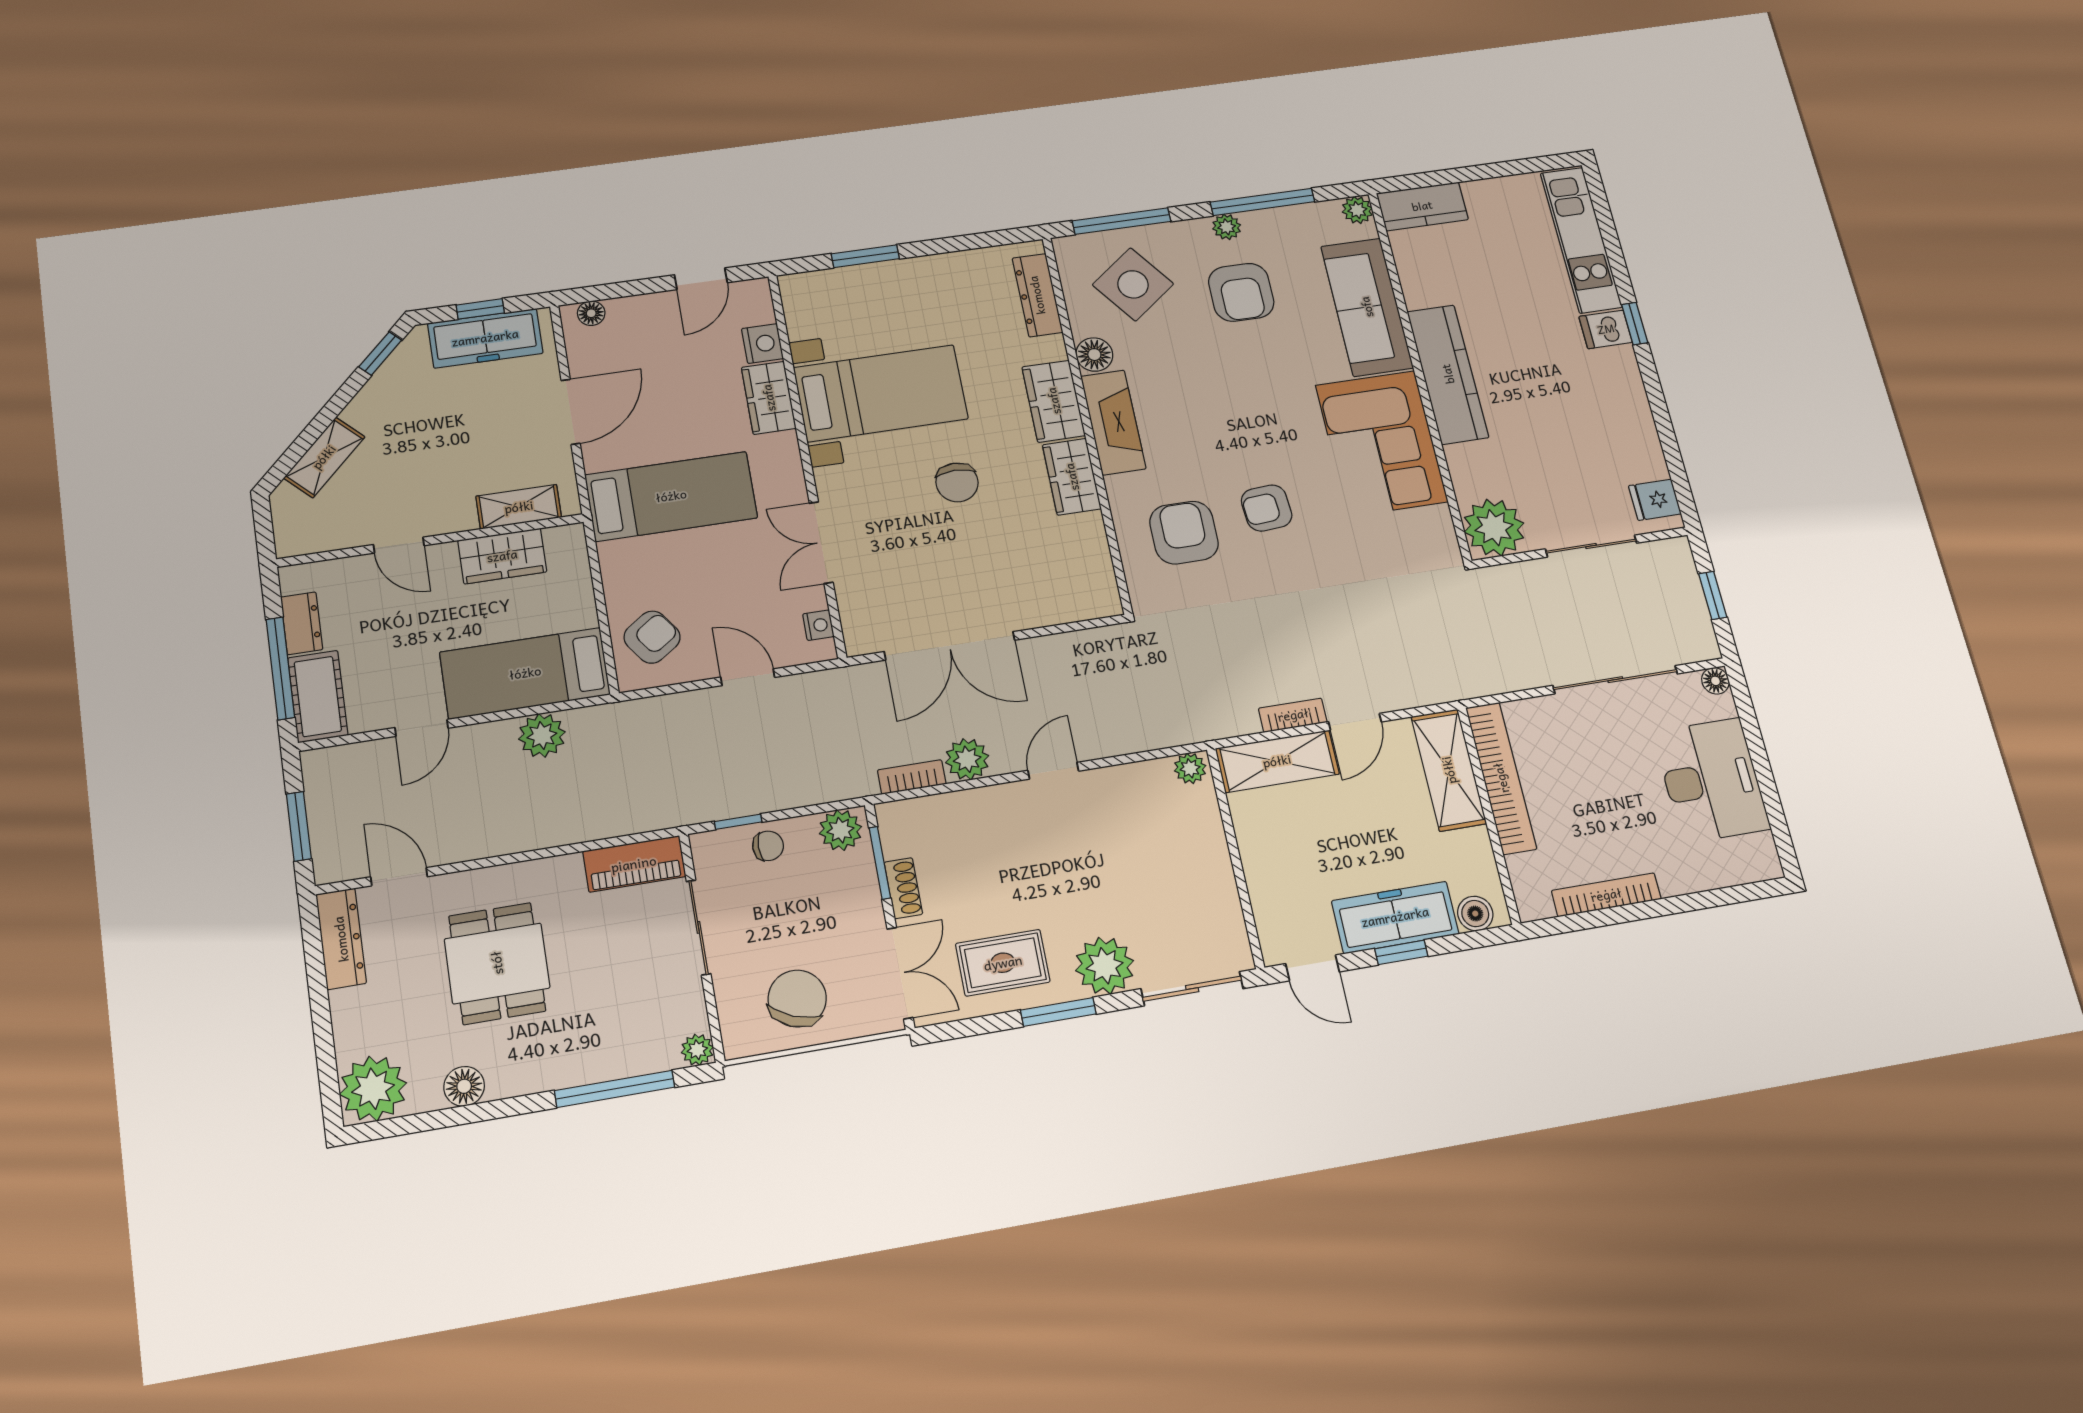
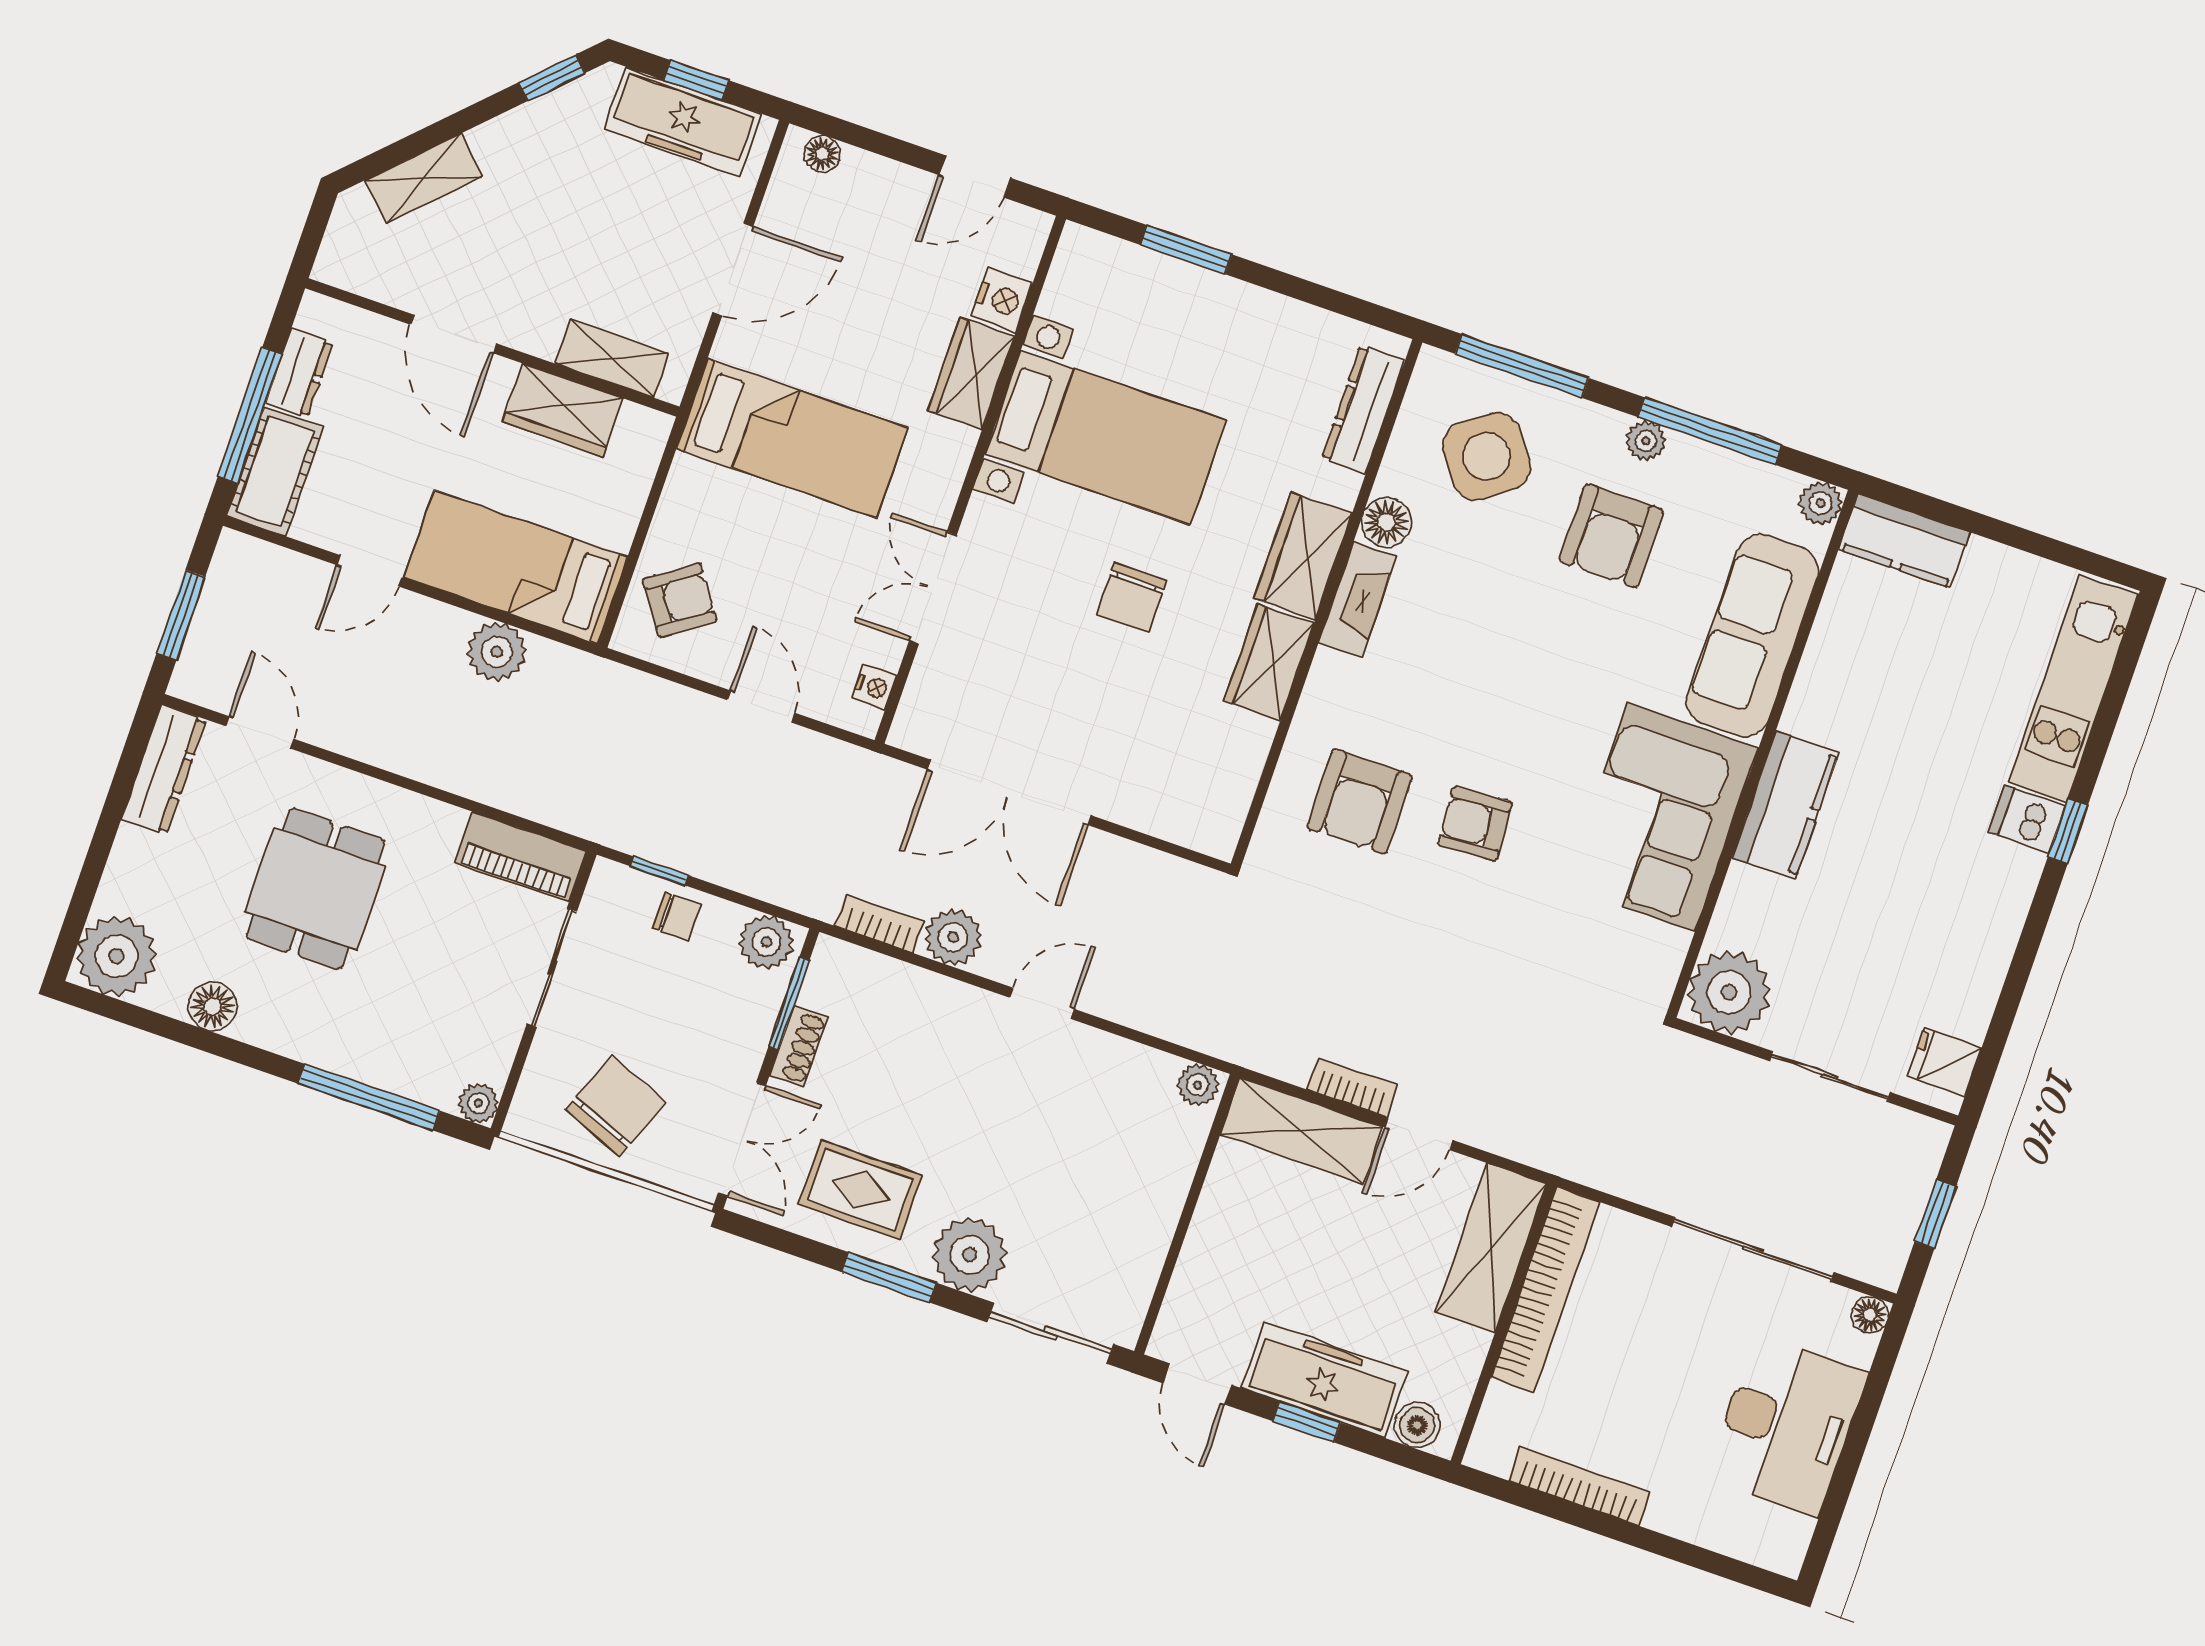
kitchen counter: (1448, 374) -> (1785, 805), width x0.67
fireplace: (1113, 422) -> (1358, 599), width x0.73, depth x0.76
armchair: (1184, 533) -> (1359, 802), turned 180
door: (399, 545) -> (454, 334), width x1.38

